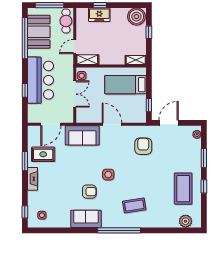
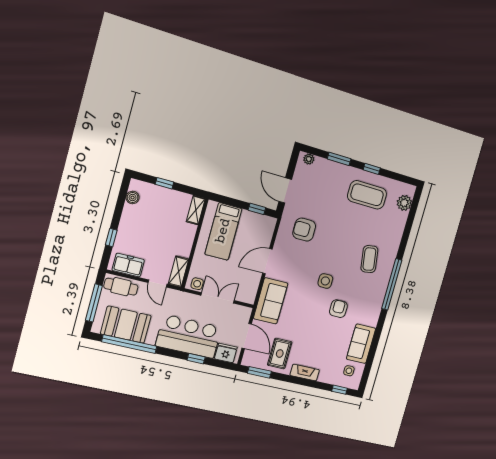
freezer: (99, 15) -> (128, 265), moved, turned -90
boiler: (136, 17) -> (133, 198), width x0.54, depth x0.54
fridge: (34, 112) -> (226, 353), added
window: (25, 161) -> (259, 372), moved
sofa: (86, 219) -> (361, 344), moved

